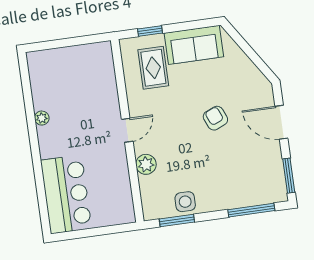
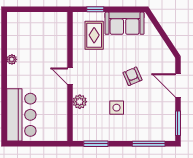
door: (127, 130) -> (70, 76), swing flipped
side table: (185, 202) -> (117, 108), moved

